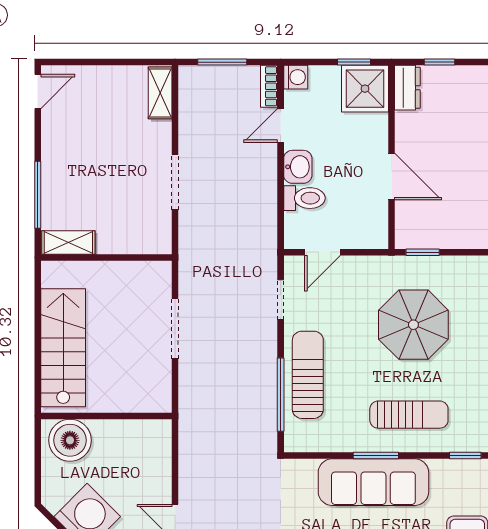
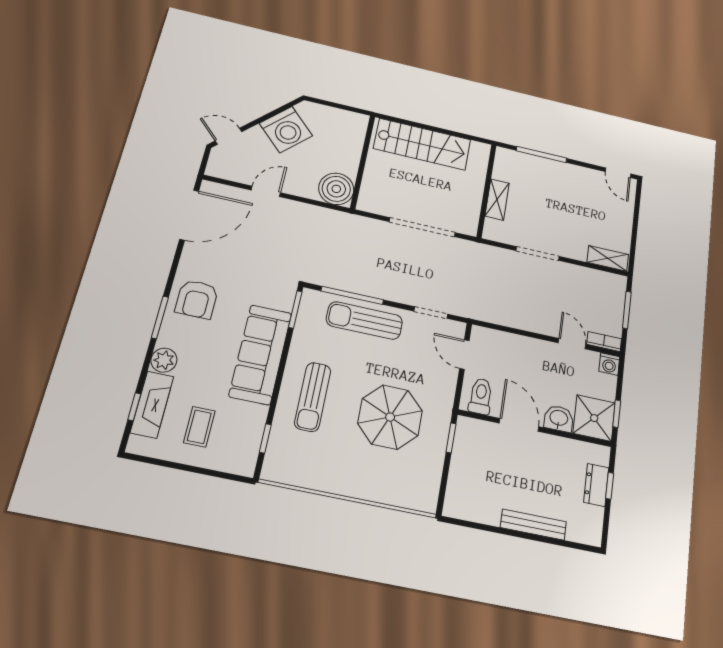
dresser: (407, 88) -> (596, 485), moved, turned 90
washbasin: (298, 167) -> (559, 418), moved, turned 180
door: (392, 176) -> (519, 425), swing flipped
toilet: (304, 198) -> (481, 396), moved, turned 180
shelving: (68, 242) -> (497, 199), moved
doorway: (175, 328) -> (422, 227), width x1.36
sun lounger: (308, 375) -> (364, 321), turned 180
boiler: (70, 440) -> (336, 189), moved
window: (376, 456) -> (295, 309), moved

